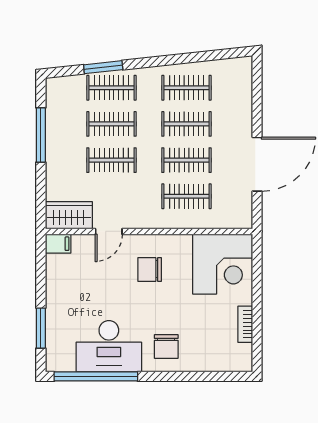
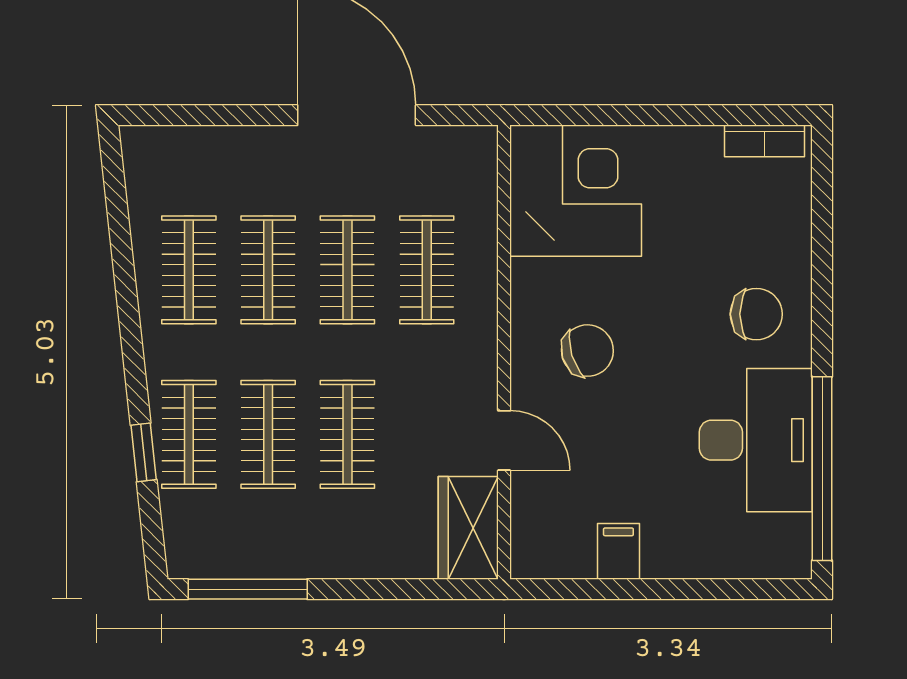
window: (103, 67) -> (144, 452), width x0.67
window: (41, 135) -> (248, 589), moved
filing cabinet: (58, 244) -> (618, 551), moved
chair: (150, 269) -> (587, 351), turned -107
bookcase: (245, 324) -> (764, 141), moved
window: (41, 328) -> (716, 589), removed

